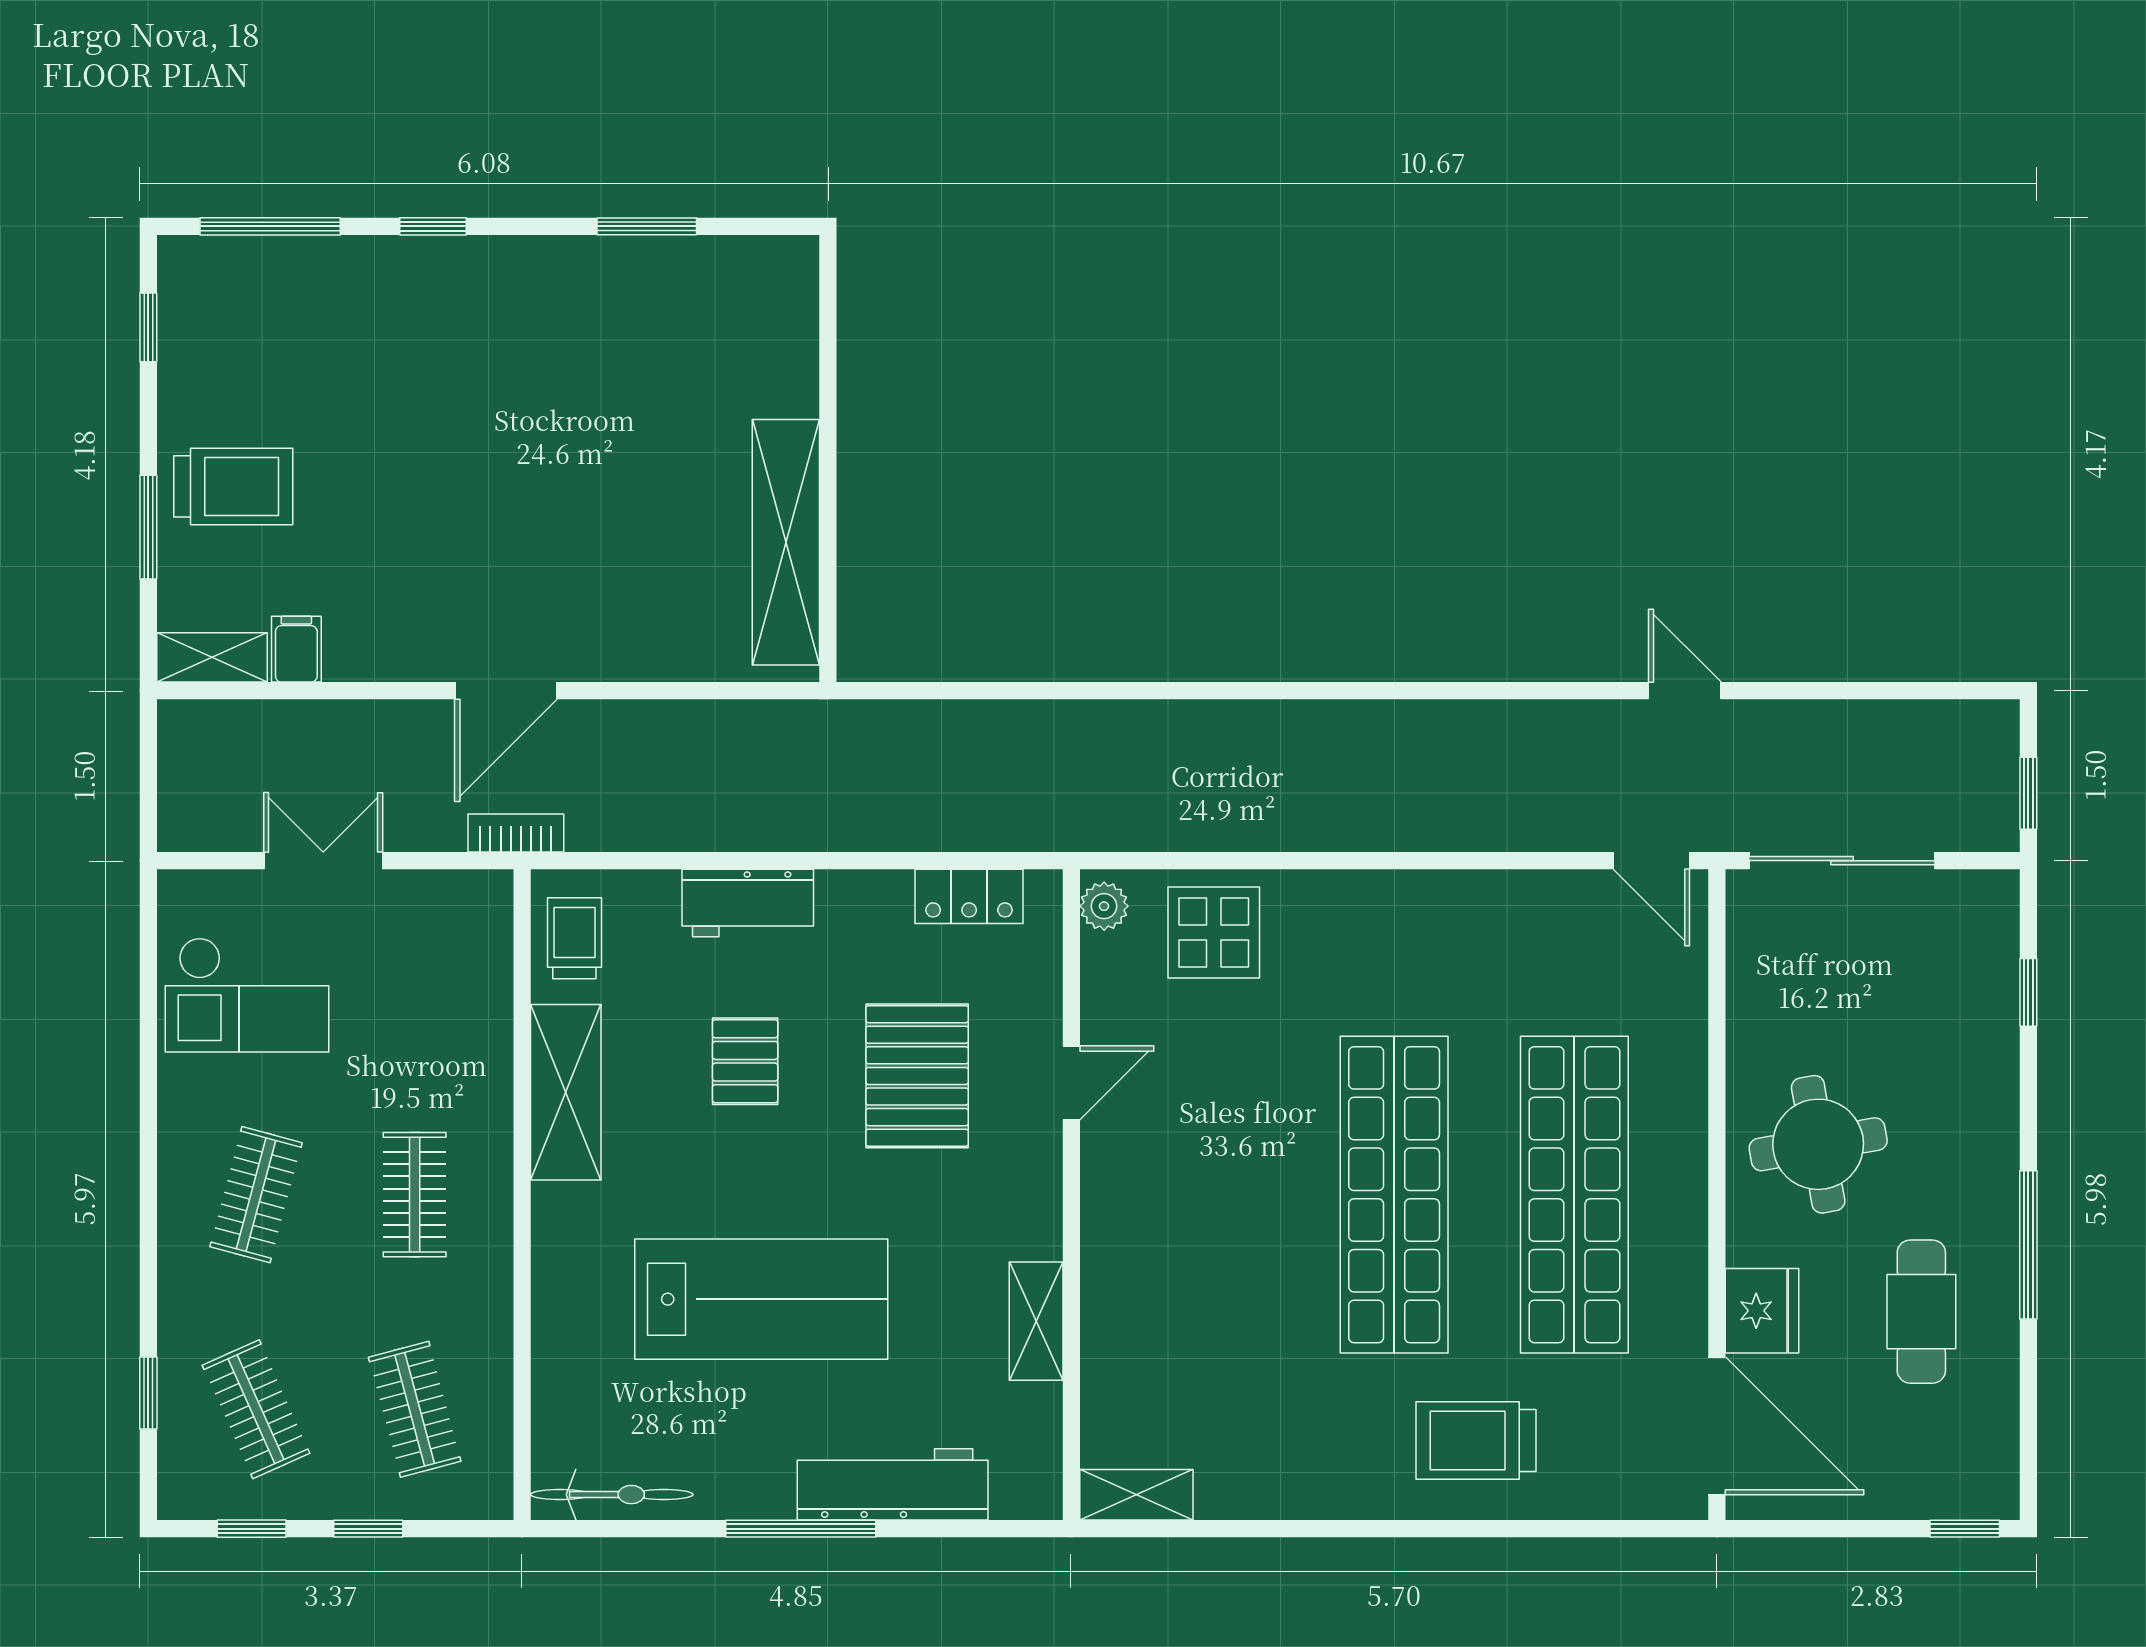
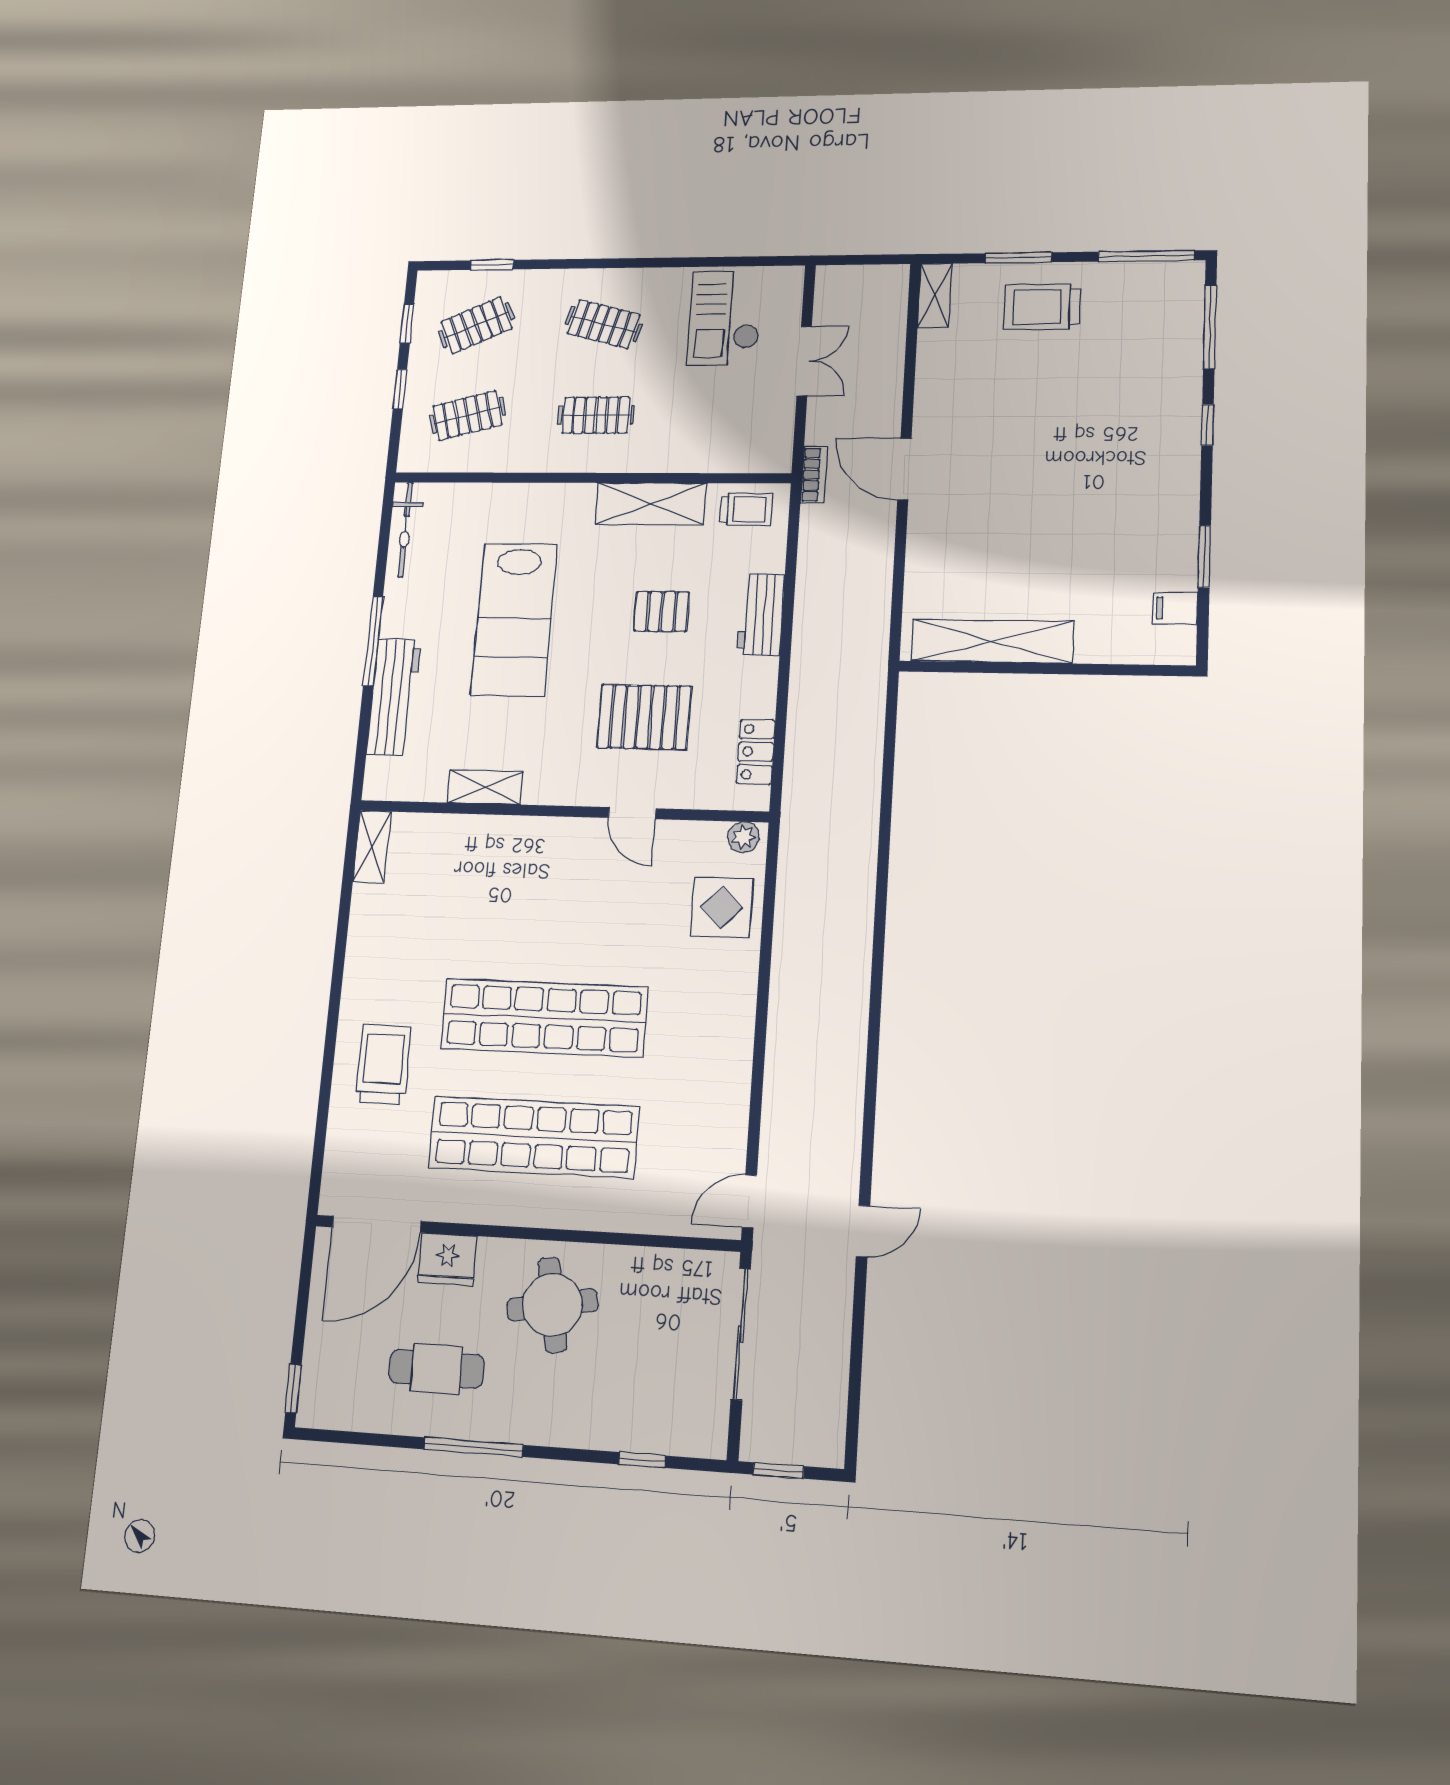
window: (148, 327) -> (1146, 256), width x2.17
trolley: (233, 486) -> (1042, 307), turned 90
filing cabinet: (296, 649) -> (1175, 608), moved, turned 180

